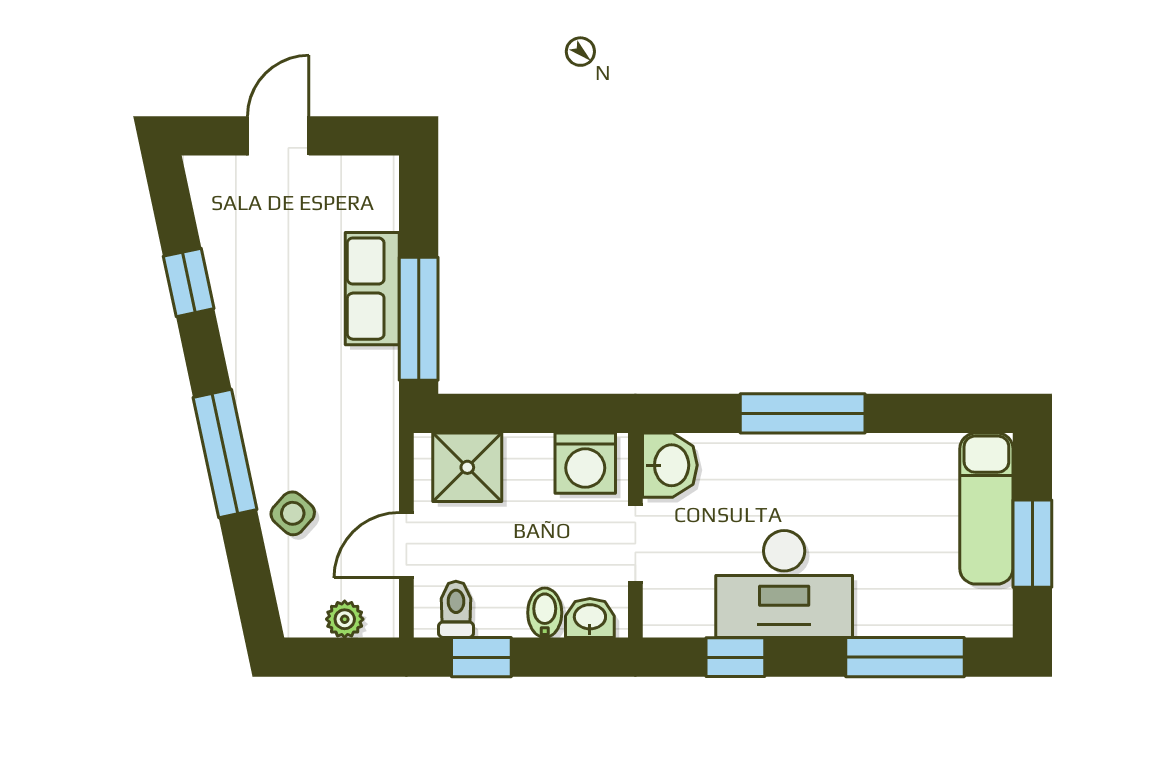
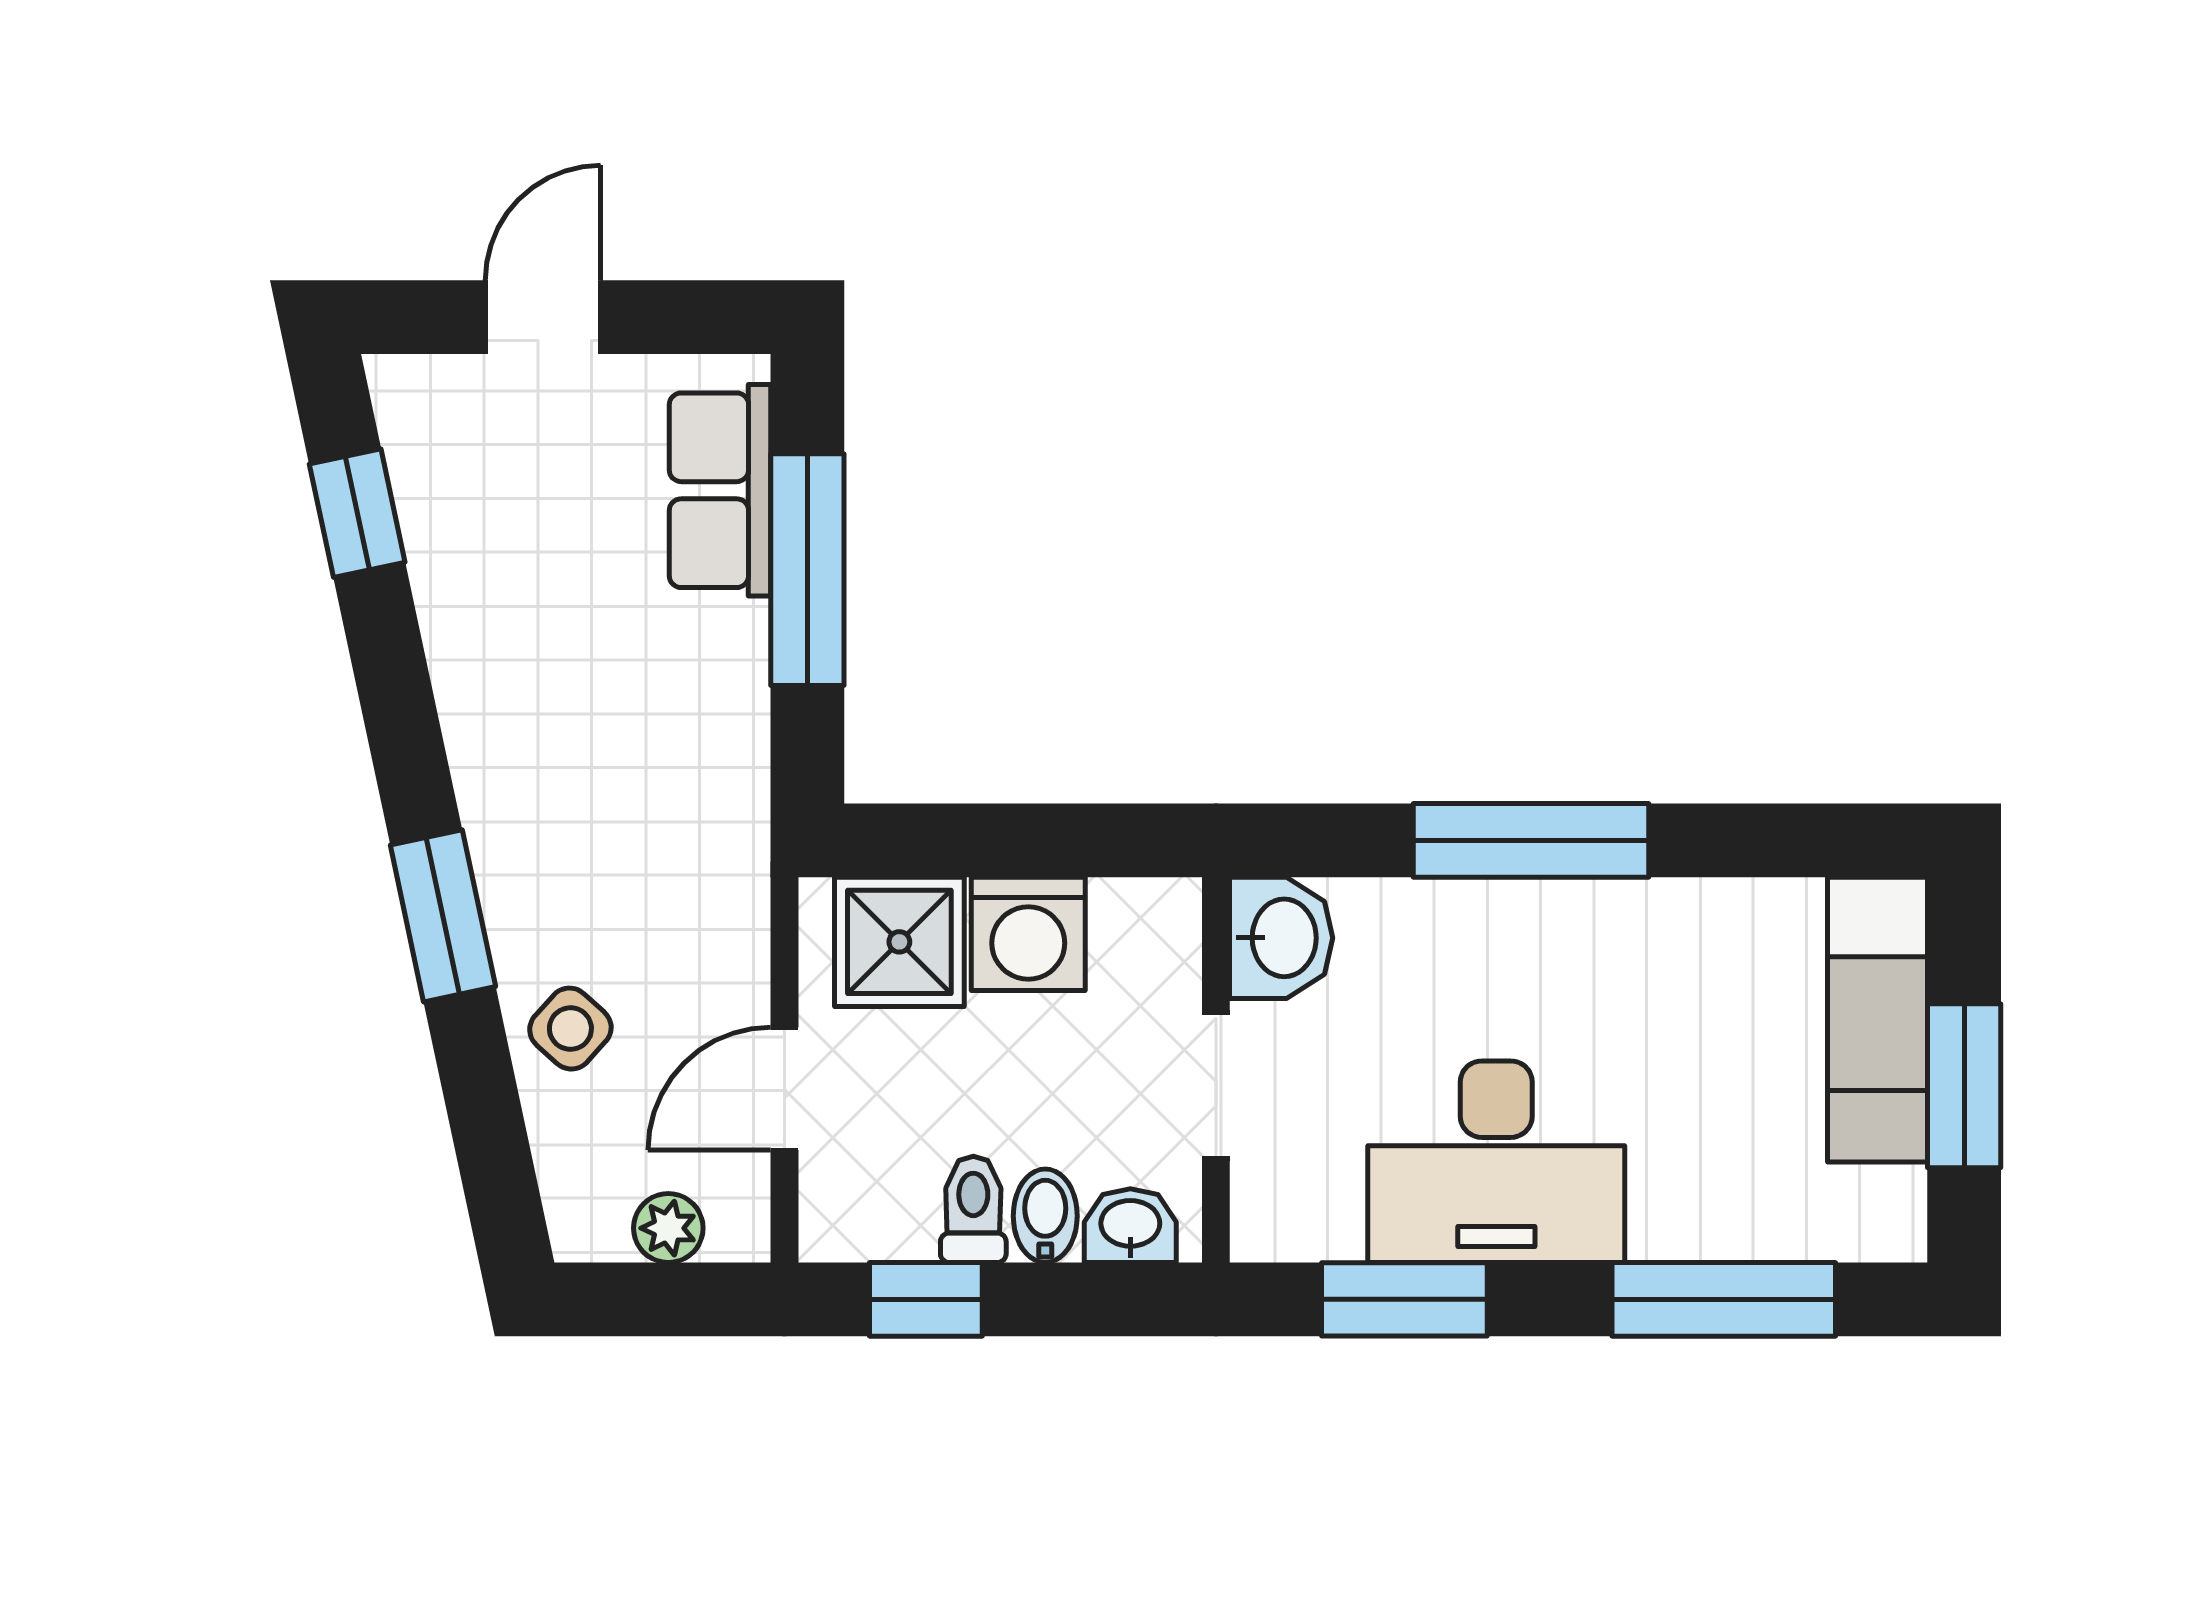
window: (189, 282) -> (357, 513), moved
row of seats: (372, 289) -> (720, 490), moved
window: (419, 319) -> (807, 570), moved
window: (225, 454) -> (443, 916), width x0.69
washing machine: (585, 463) -> (1028, 934), moved
toilet: (456, 609) -> (973, 1209), moved
window: (735, 657) -> (1404, 1299), width x1.50

